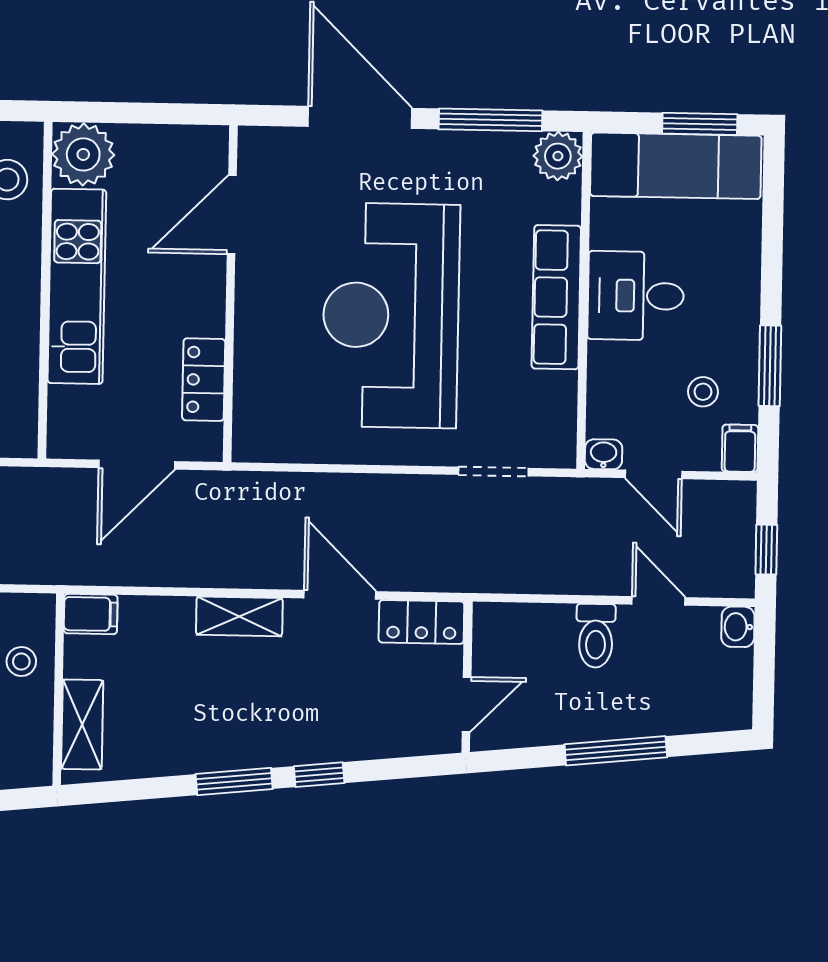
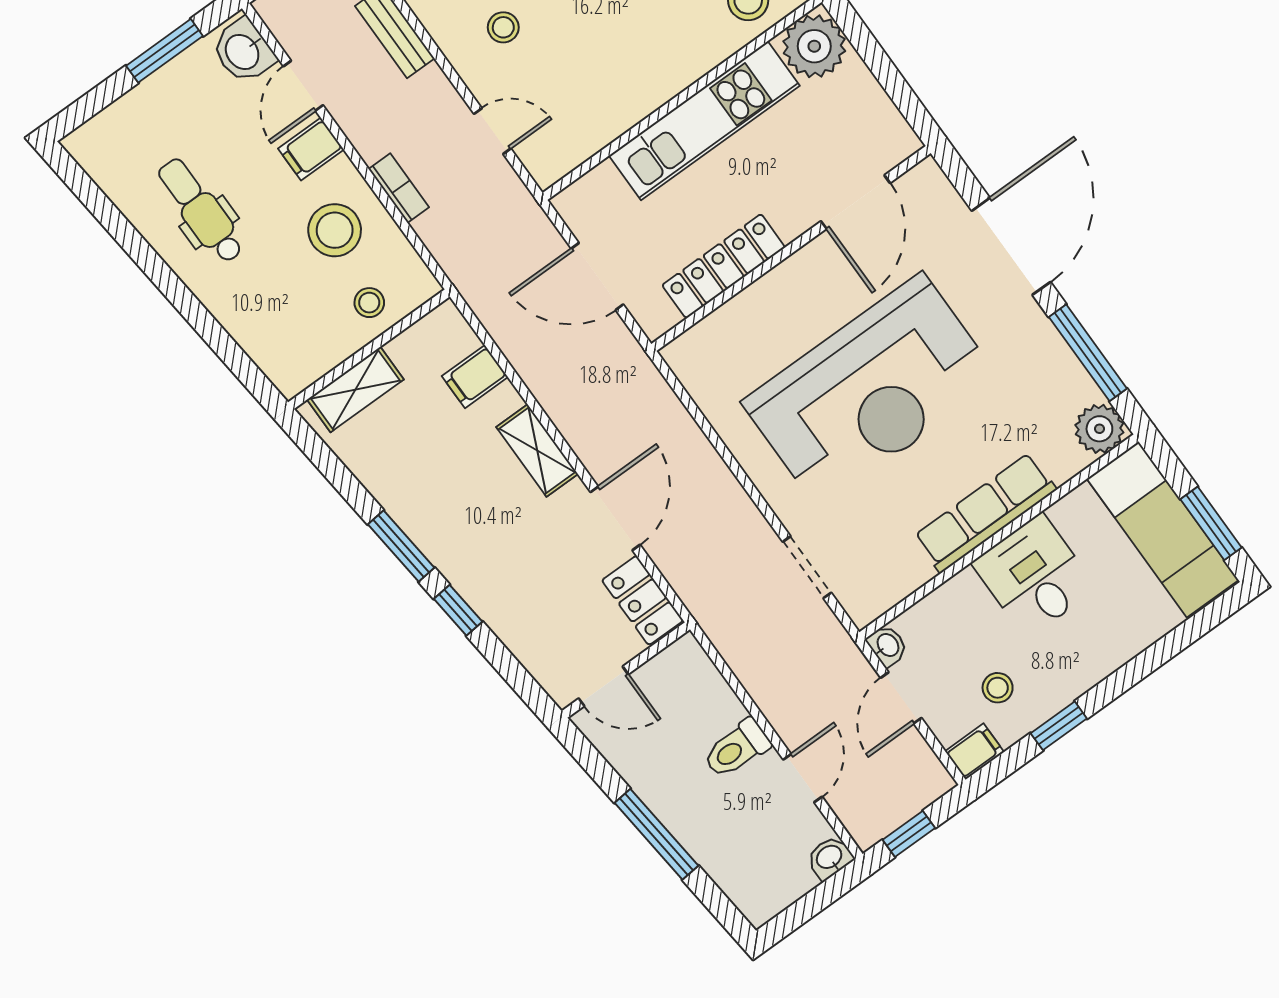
door: (232, 215) -> (856, 202), swing flipped
reception desk: (391, 315) -> (871, 391), turned 180
window: (770, 366) -> (1059, 726), width x0.67
locker: (204, 380) -> (724, 266), width x1.53
filing cabinet: (91, 614) -> (475, 377), moved, turned 90

